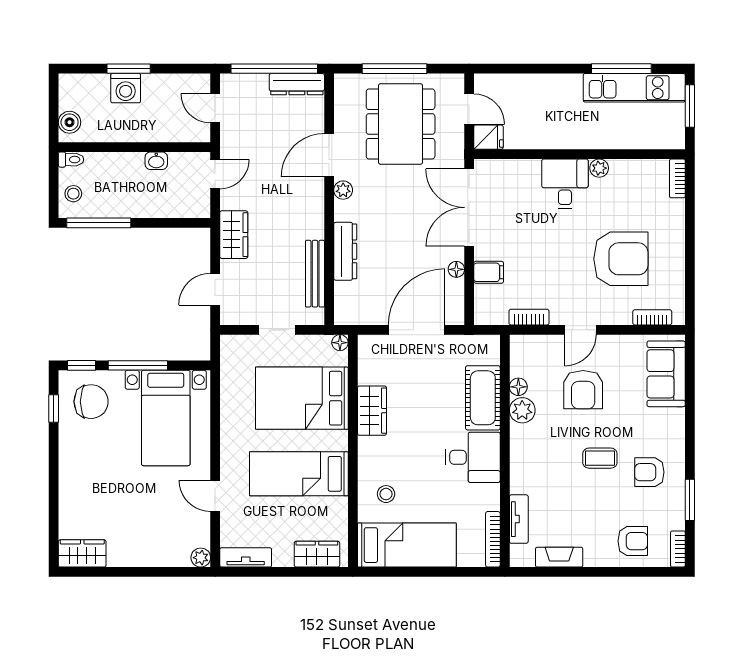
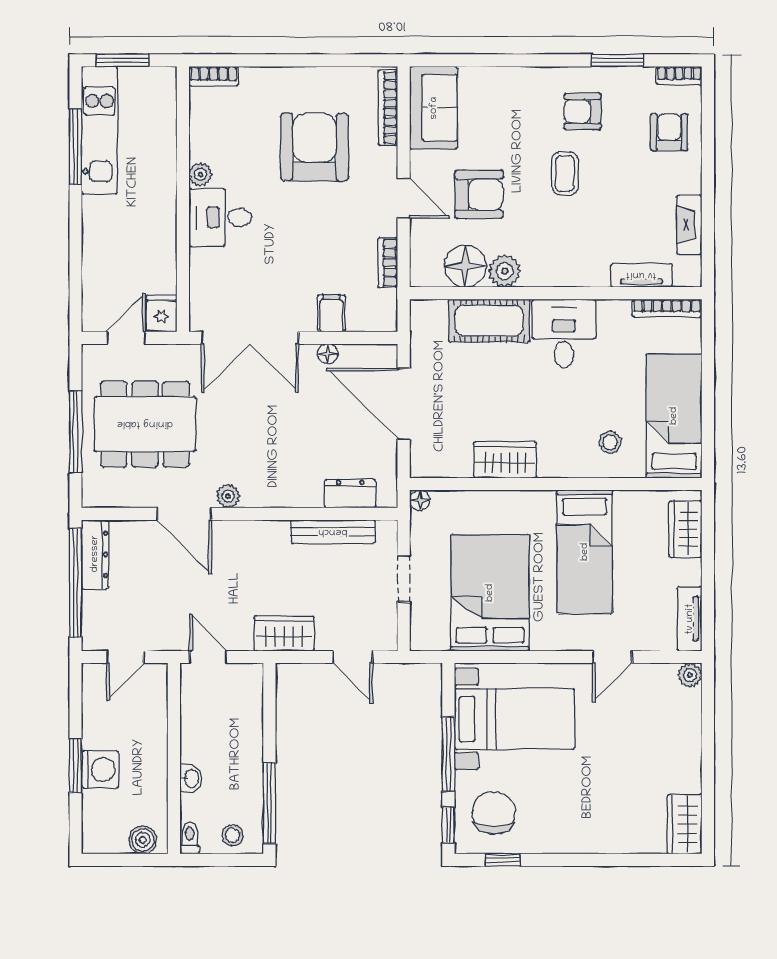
washbasin: (156, 161) -> (191, 778), moved
dresser: (345, 251) -> (350, 494), moved, width x0.70
bookcase: (652, 317) -> (388, 108), width x1.56
sofa: (666, 374) -> (434, 108), moved, turned -90
floor lamp: (518, 387) -> (465, 266), width x1.89, depth x1.89
bed: (302, 398) -> (490, 593), moved, turned 180
armchair: (649, 472) -> (583, 111), turned 90

